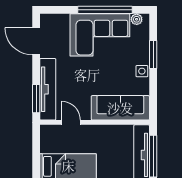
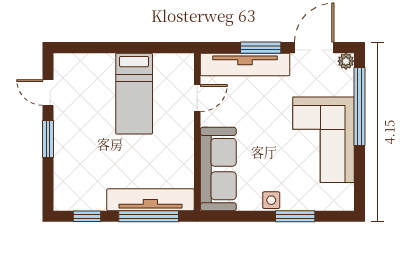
window: (105, 10) -> (359, 106), moved
plant: (137, 19) -> (346, 61), moved
window: (36, 99) -> (261, 48), moved

